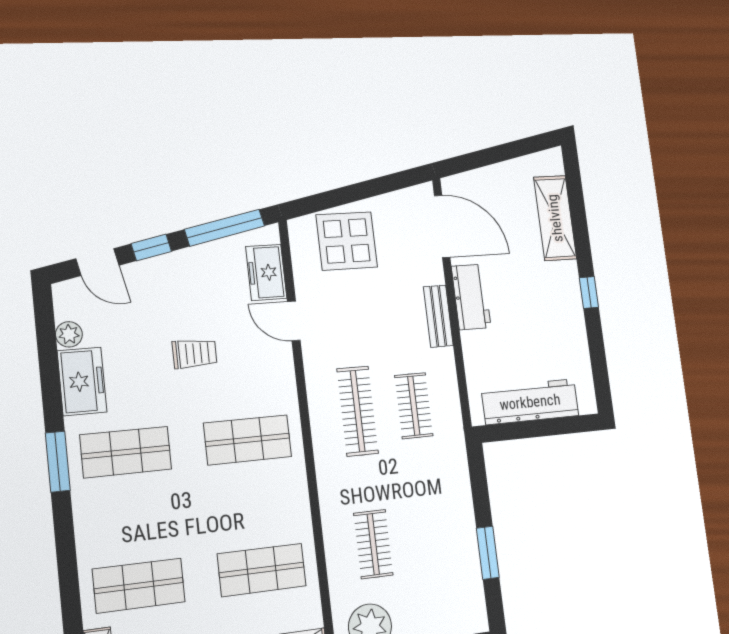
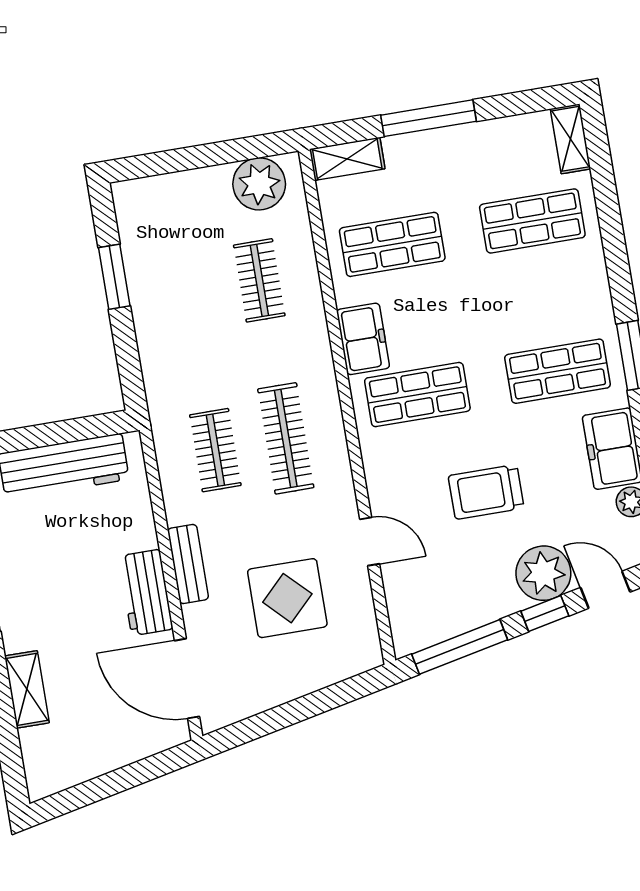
shelving: (555, 218) -> (27, 689), width x0.67, depth x0.75
display table: (347, 241) -> (287, 598), moved
freezer: (266, 272) -> (363, 339), moved
plant: (150, 281) -> (543, 573), added
trolley: (195, 353) -> (486, 492), width x1.36, depth x1.39

